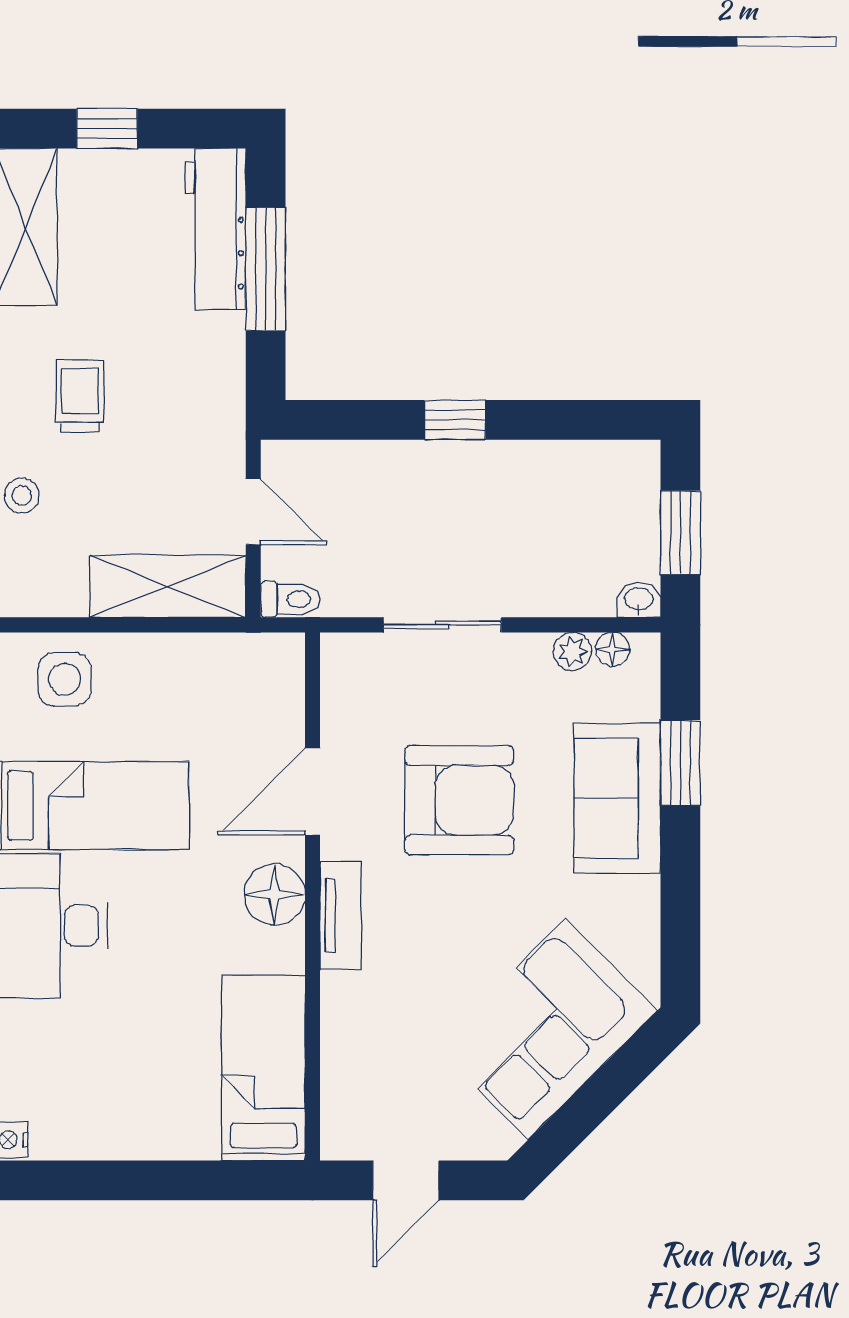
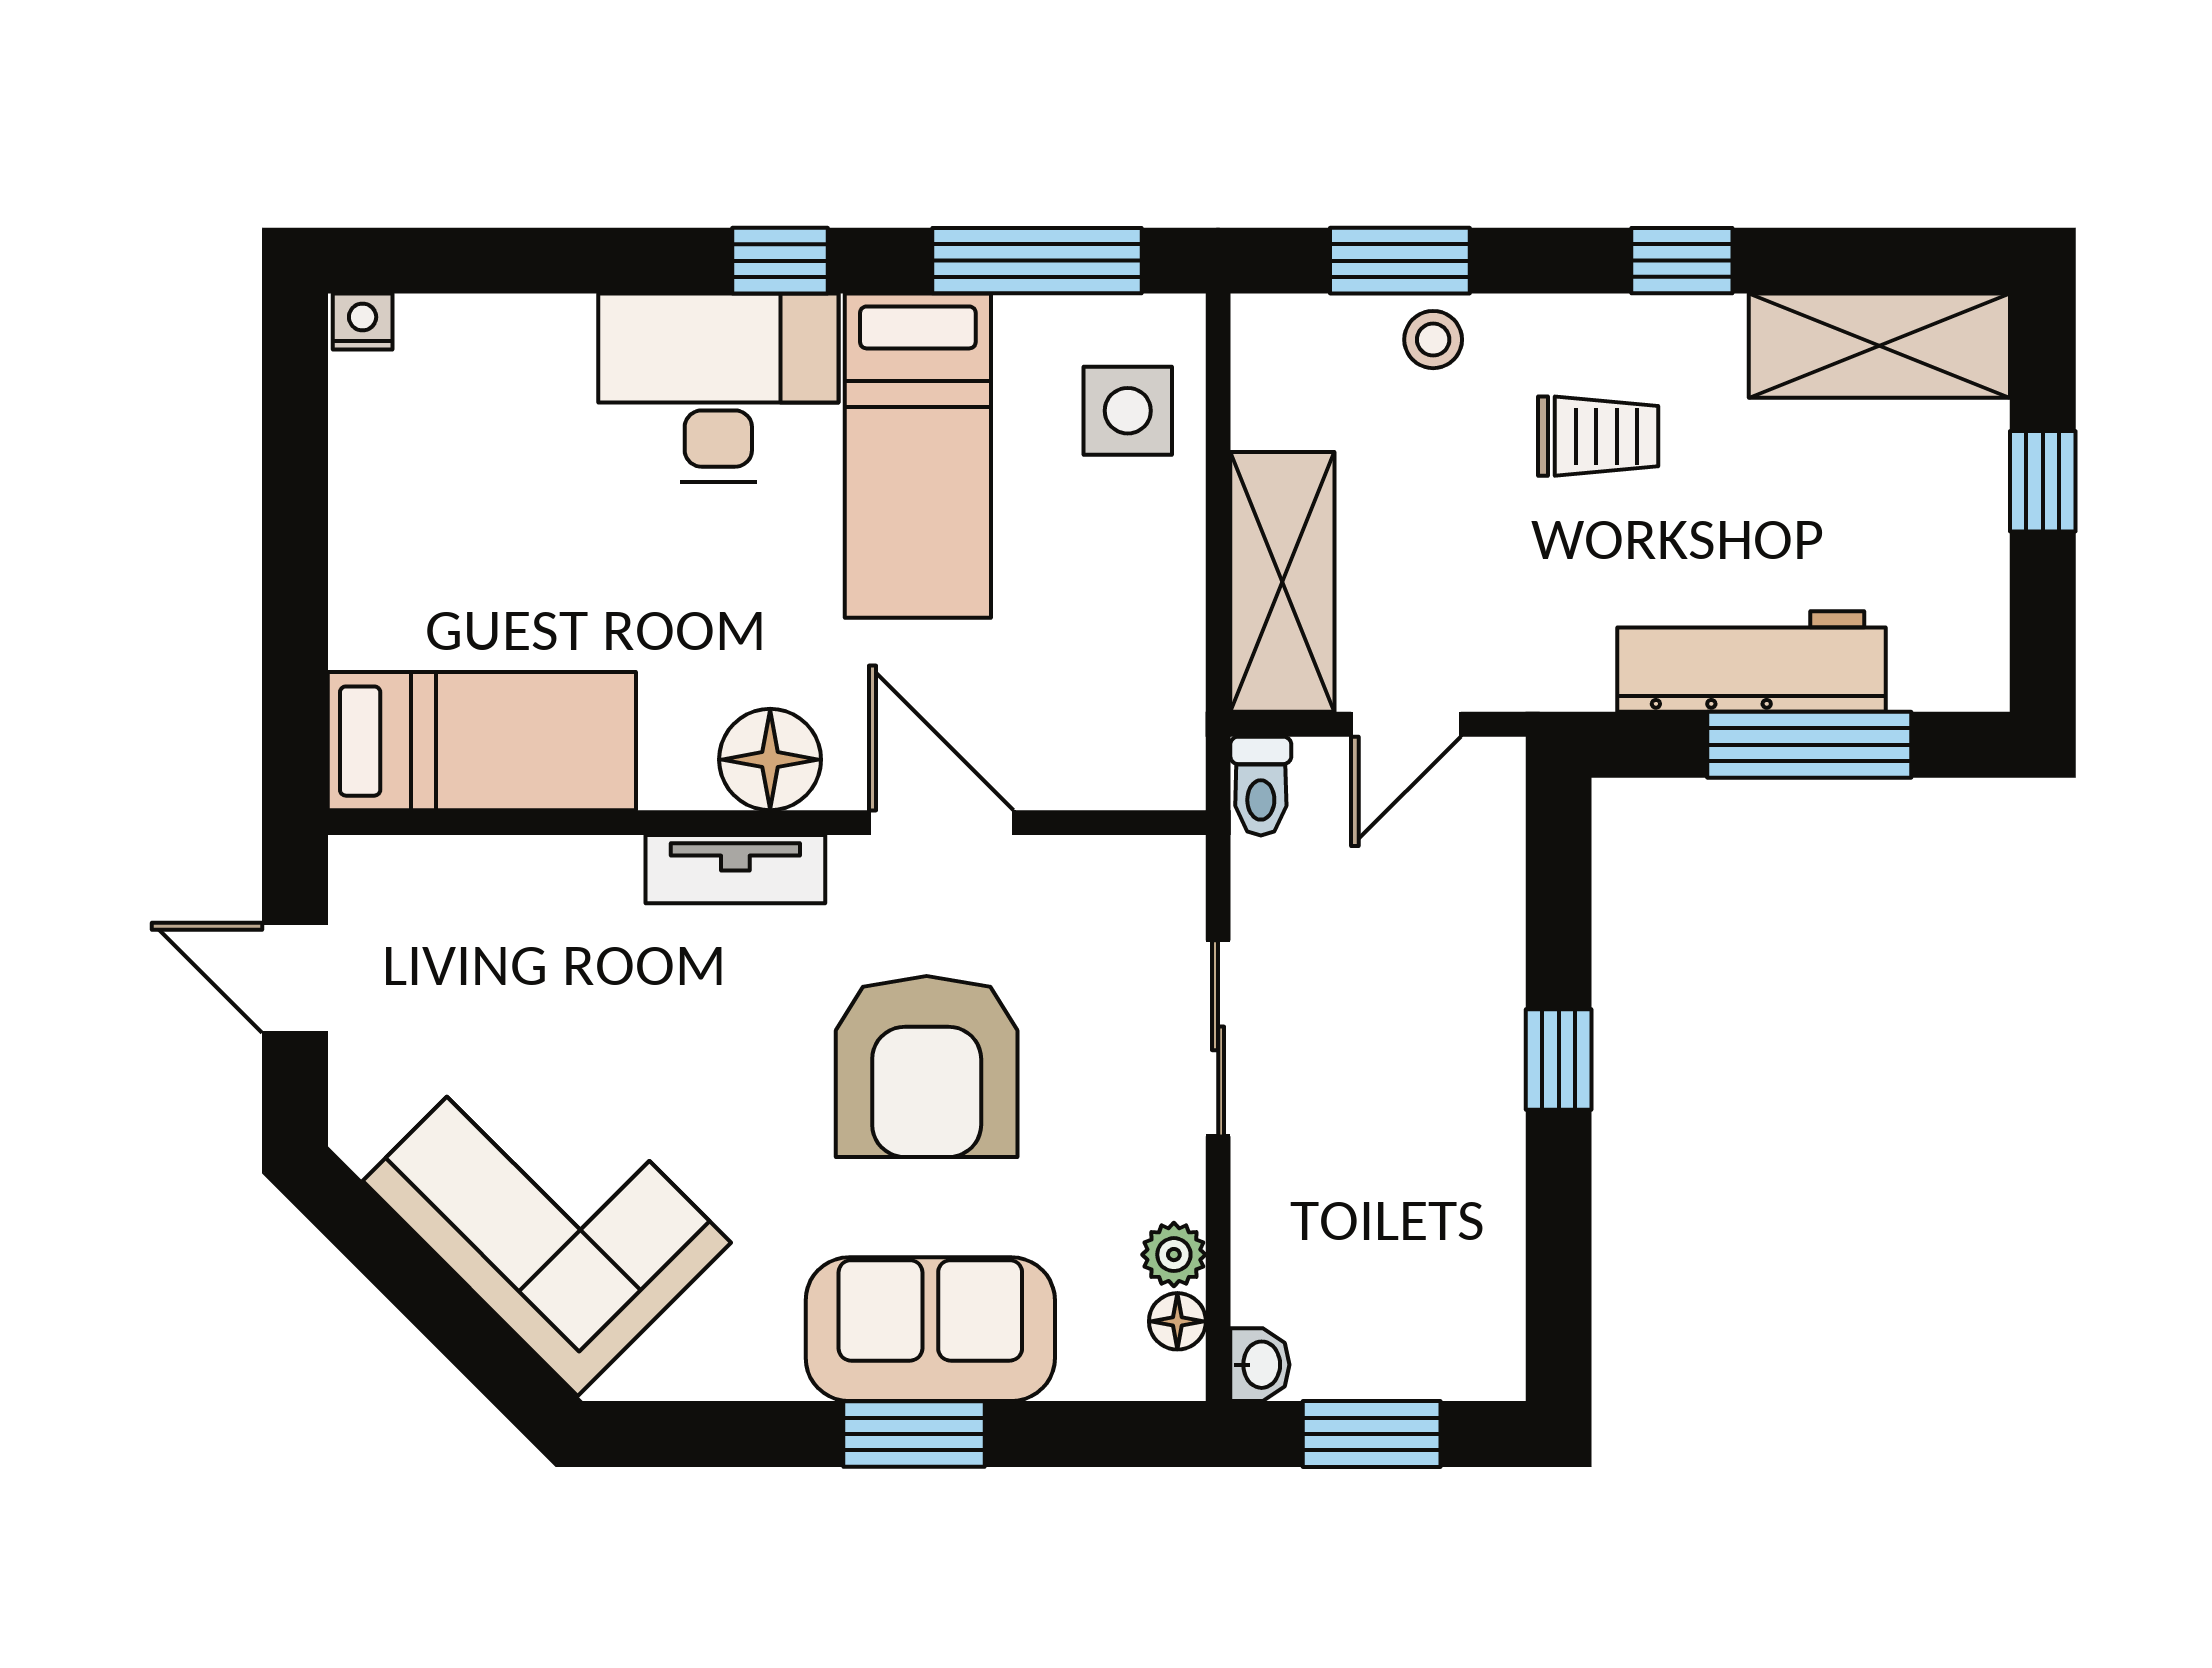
workbench: (216, 229) -> (1752, 662), moved
window: (680, 763) -> (914, 1434), moved

